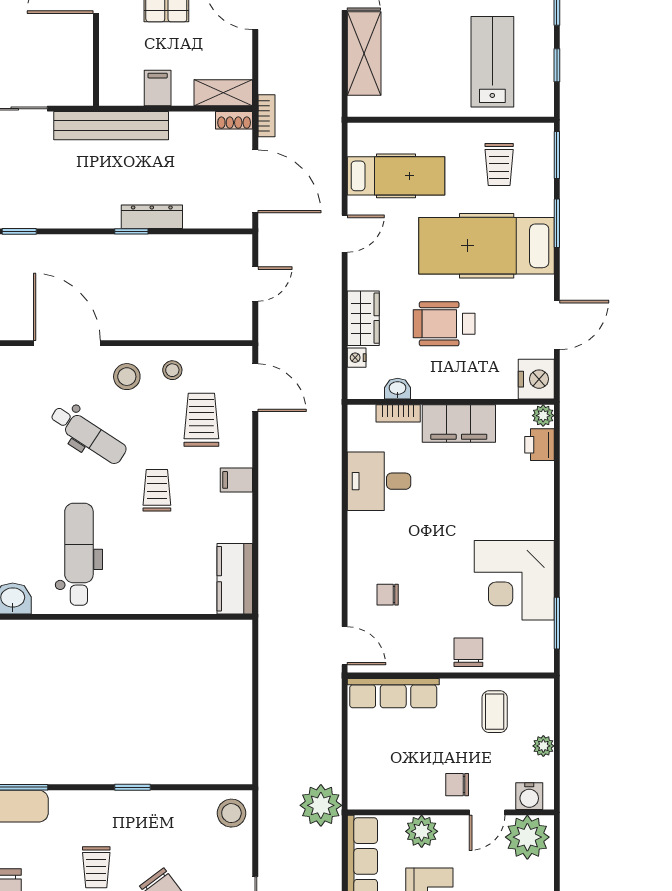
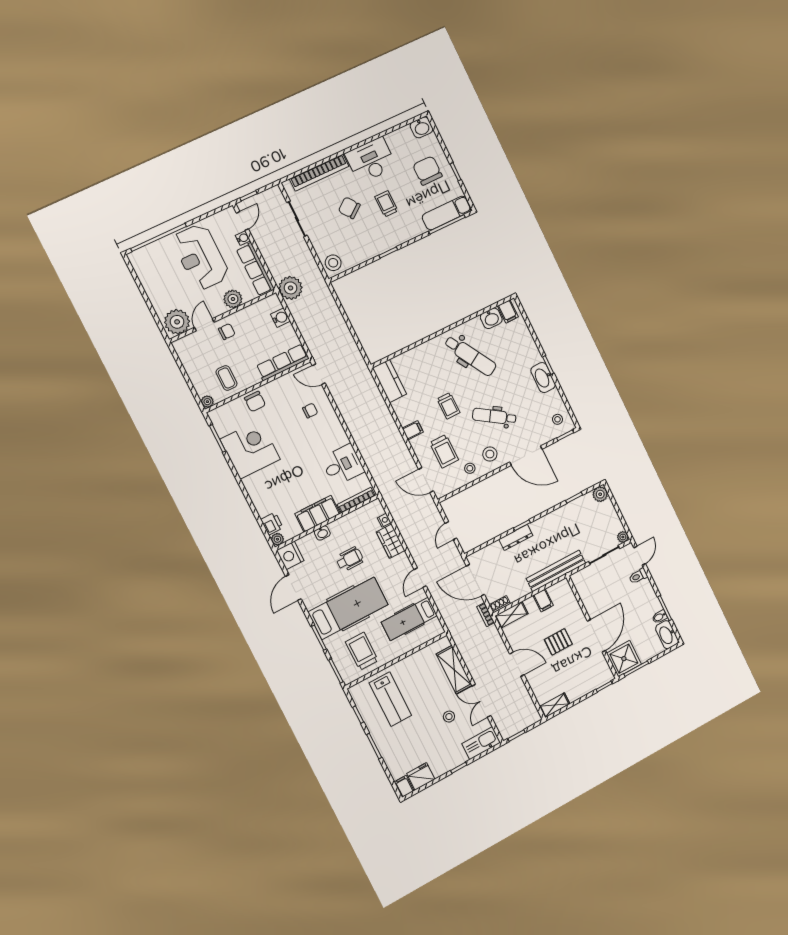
trolley: (499, 165) -> (362, 651), width x1.36, depth x1.39
wheelchair: (444, 324) -> (350, 559), width x0.73, depth x0.73
washbasin: (398, 389) -> (322, 533), moved
bookcase: (398, 413) -> (356, 500), width x1.56
dental chair: (79, 554) -> (470, 356), turned -31
plant: (543, 746) -> (207, 402), moved
water cooler: (529, 796) -> (280, 318), moved, turned 90

